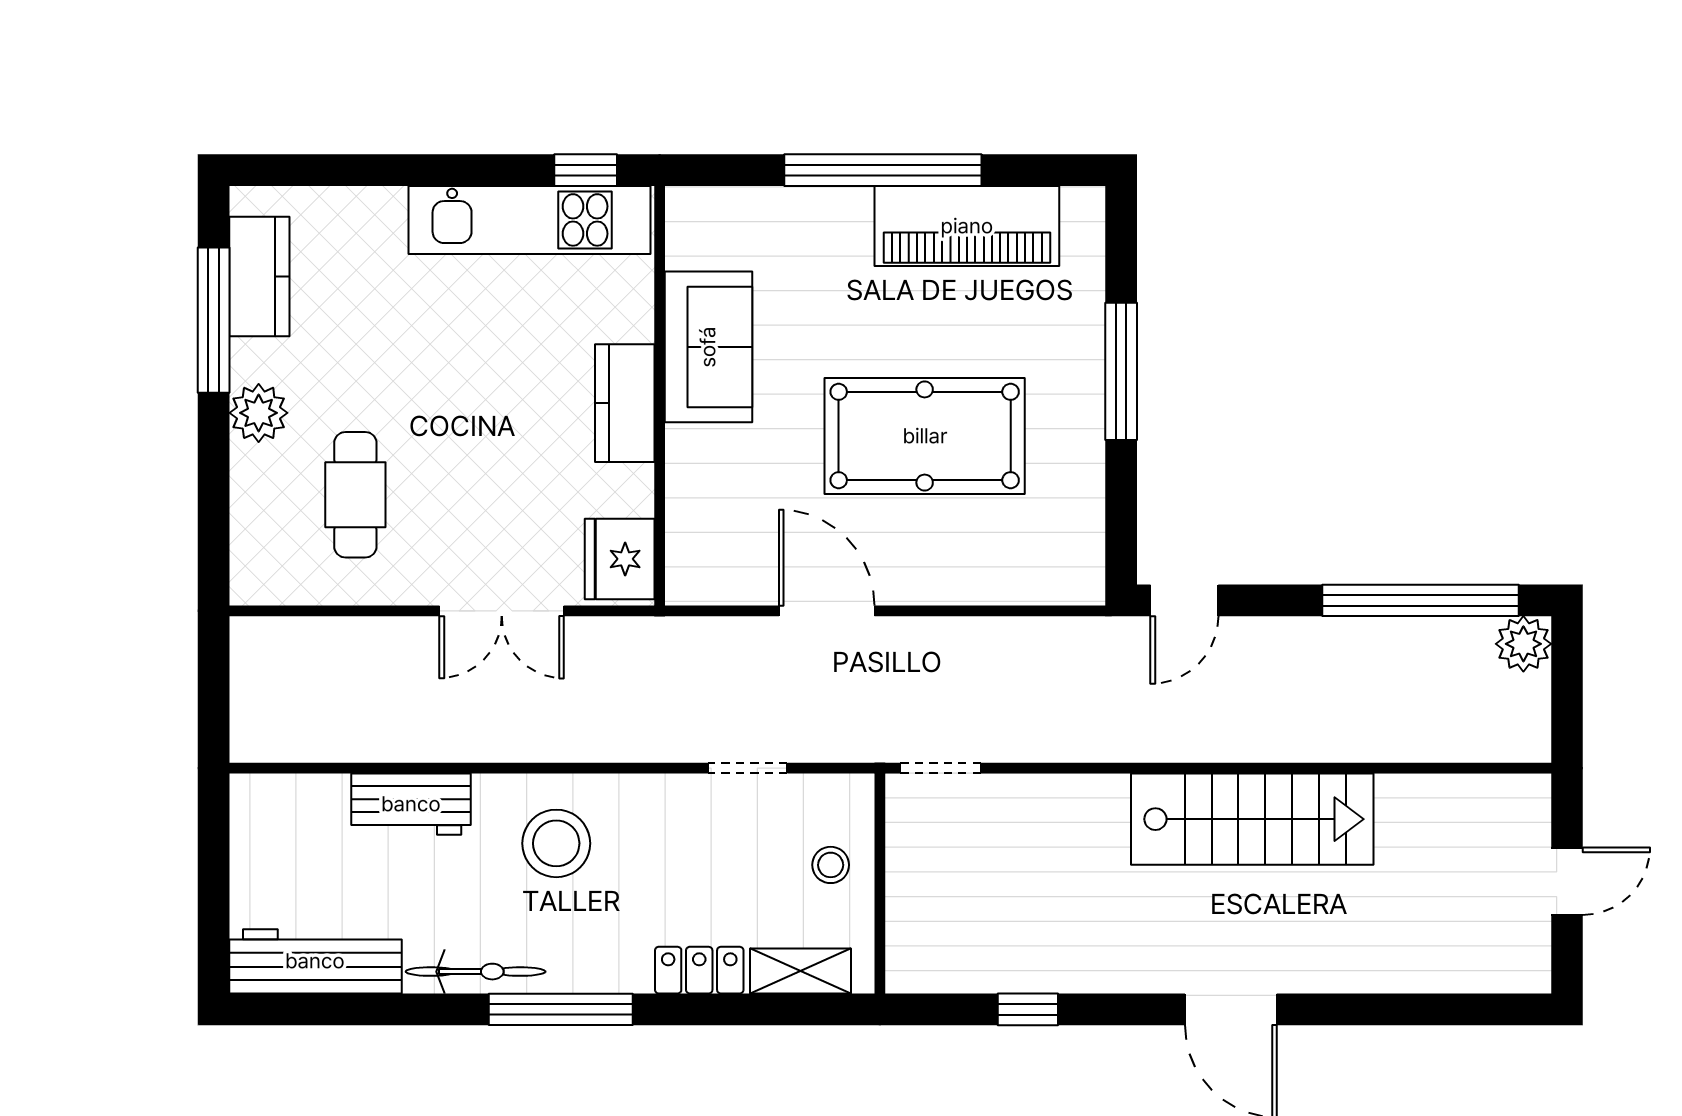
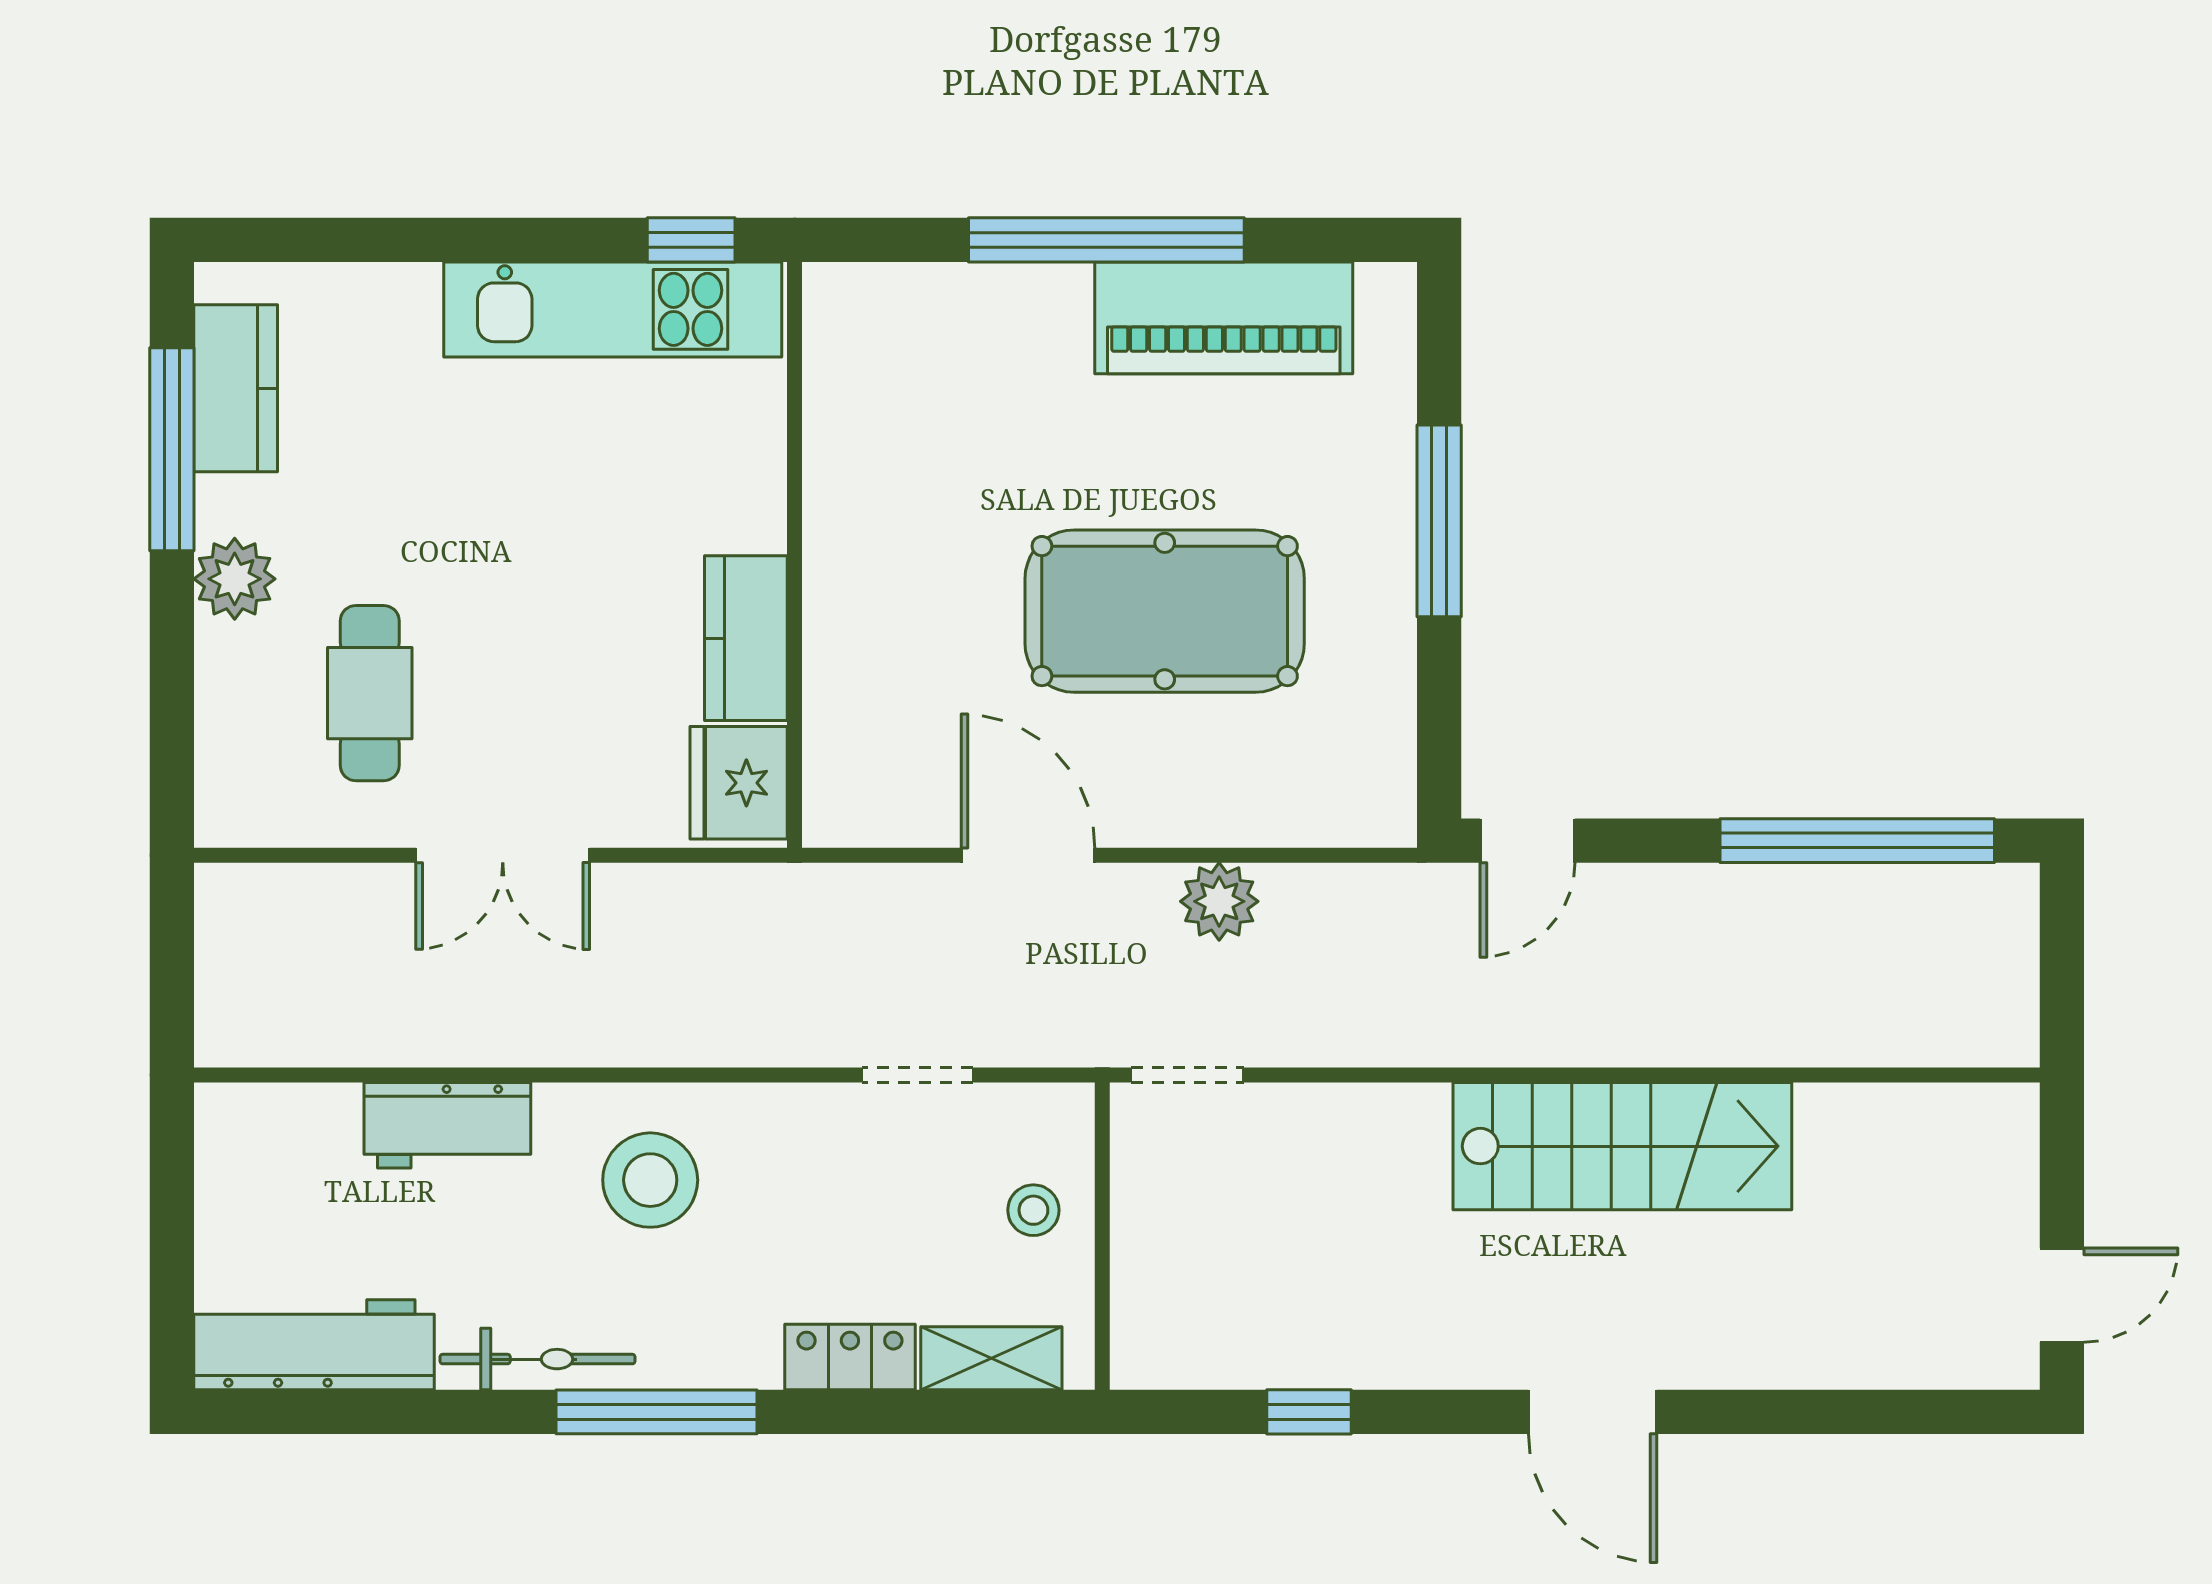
sofa: (708, 347) -> (863, 487), removed
kitchen counter: (625, 403) -> (746, 638), moved
double door: (502, 611) -> (503, 855), moved
plant: (1523, 644) -> (1219, 901), moved
door: (1567, 881) -> (2062, 1295), moved

